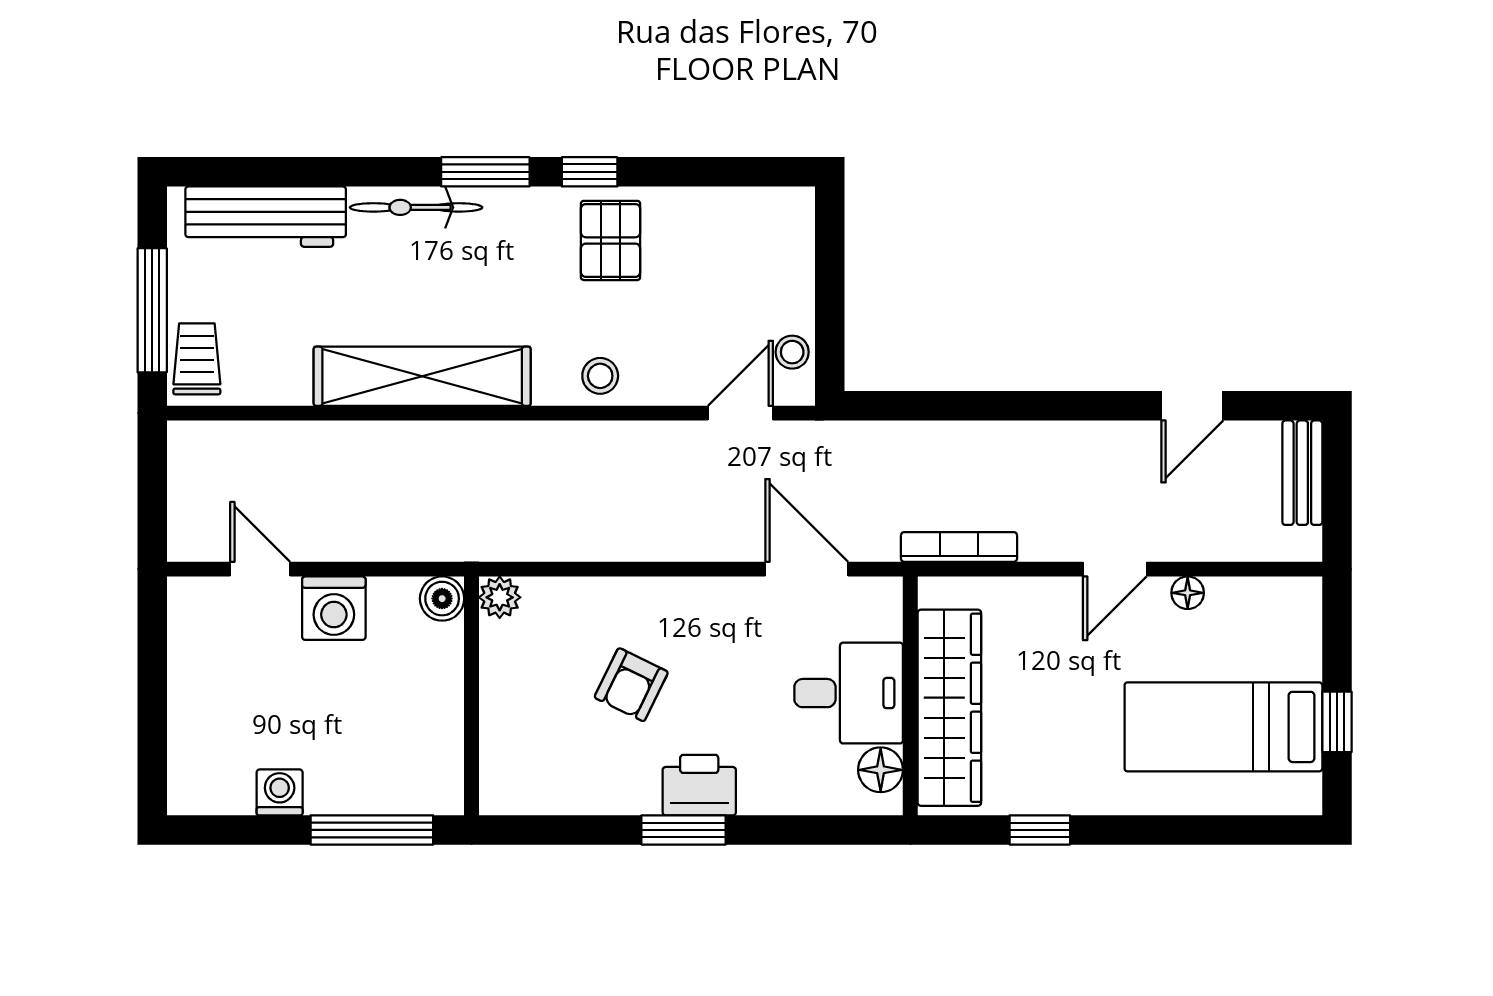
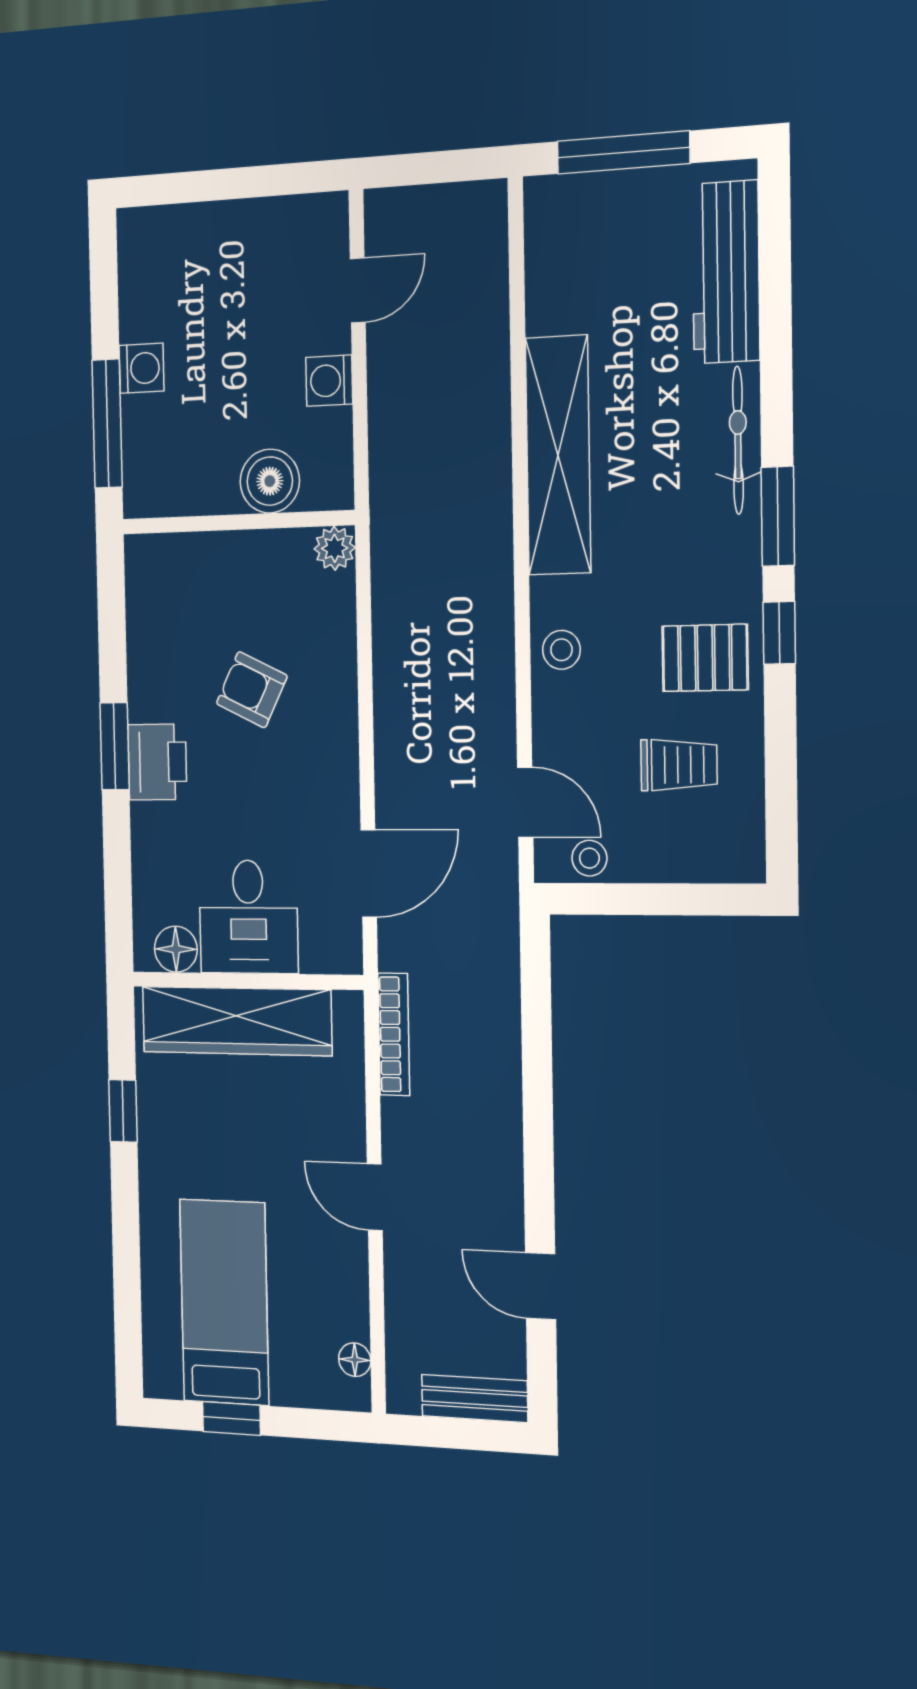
trolley: (197, 359) -> (679, 765), moved
floor lamp: (1188, 593) -> (355, 1360), moved
boiler: (442, 599) -> (270, 481), moved, width x1.36, depth x1.36
washing machine: (334, 608) -> (329, 381), width x0.73, depth x0.73
washing machine: (280, 792) -> (141, 368), moved

